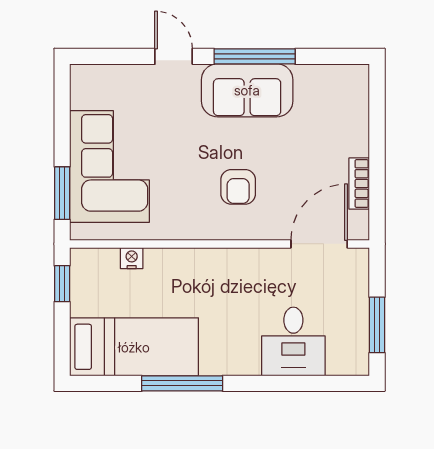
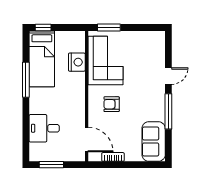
sofa: (247, 90) -> (154, 141), moved
corner sofa: (109, 167) -> (106, 60), moved, turned -90
nightstand: (132, 258) -> (77, 62), width x1.89, depth x1.79
window: (62, 284) -> (43, 27), moved

